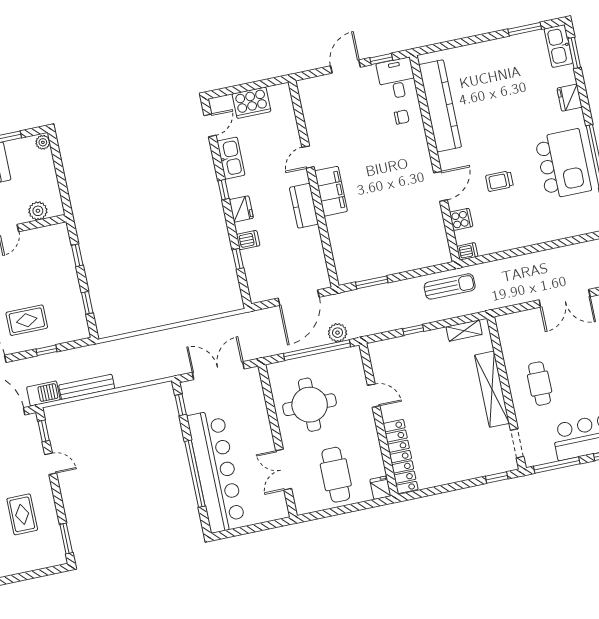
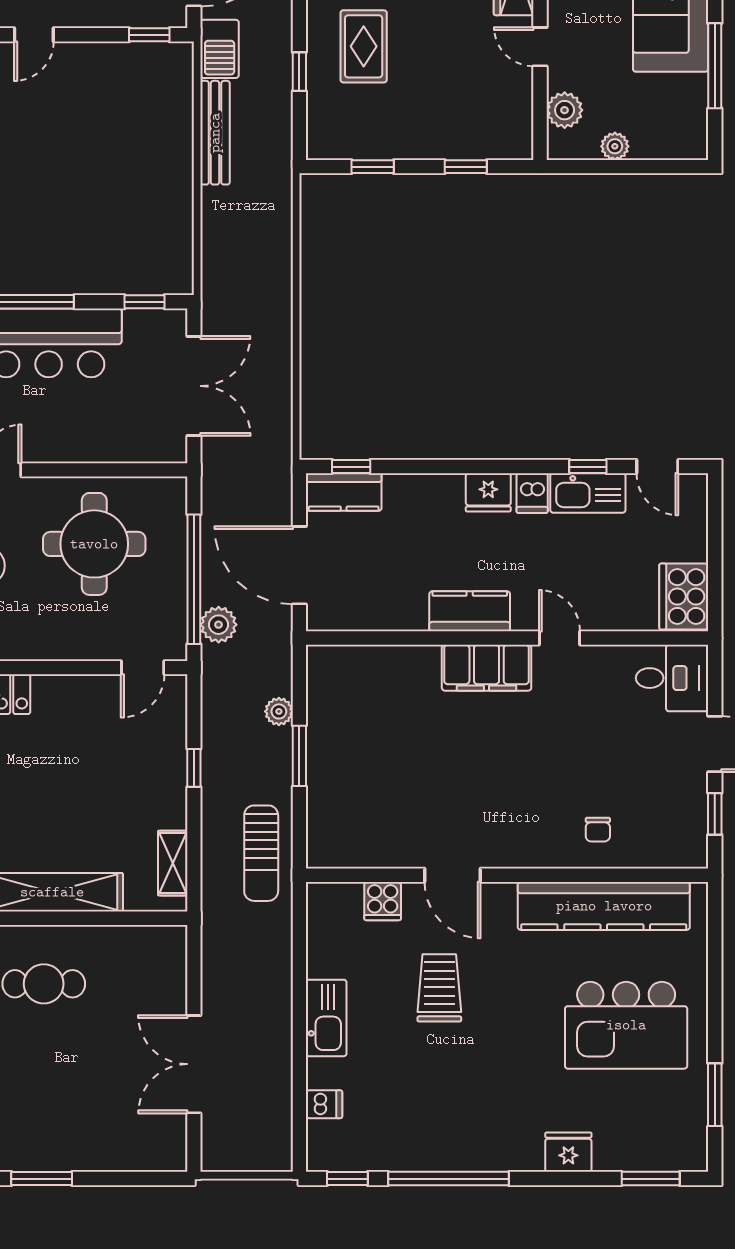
kitchen sink: (559, 46) -> (326, 1018), moved, turned 90
desk: (397, 79) -> (672, 678), moved
cooker: (251, 103) -> (684, 597), moved
plant: (43, 142) -> (615, 146), moved
kitchen island: (563, 164) -> (626, 1025), moved
trolley: (499, 181) -> (439, 988), width x1.36, depth x1.39
window: (223, 190) -> (588, 467), moved
dishwasher: (248, 240) -> (532, 493), moved
dishwasher: (467, 251) -> (324, 1104), moved, turned -90
window: (238, 259) -> (351, 467), moved
window: (372, 282) -> (299, 756), moved
kitchen counter: (256, 283) -> (344, 492), added
plant: (375, 293) -> (279, 711), added
door: (374, 396) -> (143, 668), moved
door: (51, 464) -> (34, 35), moved

